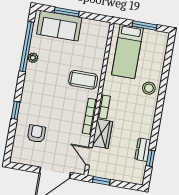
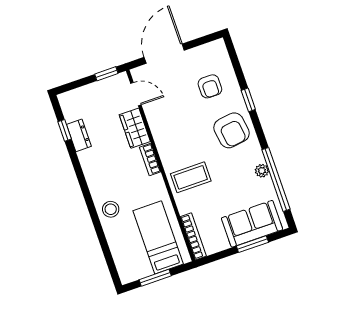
armchair: (38, 96) -> (231, 130), added
bookcase: (90, 116) -> (193, 236), moved

